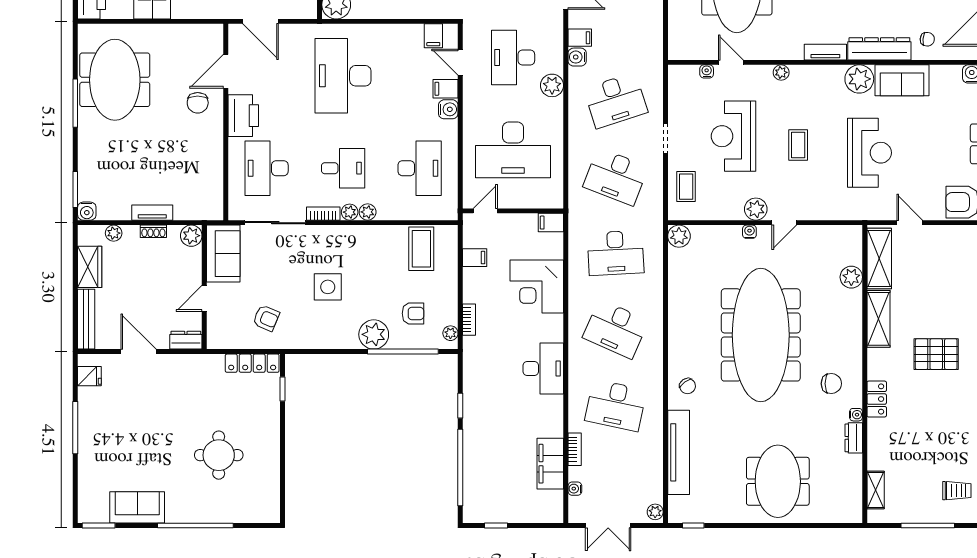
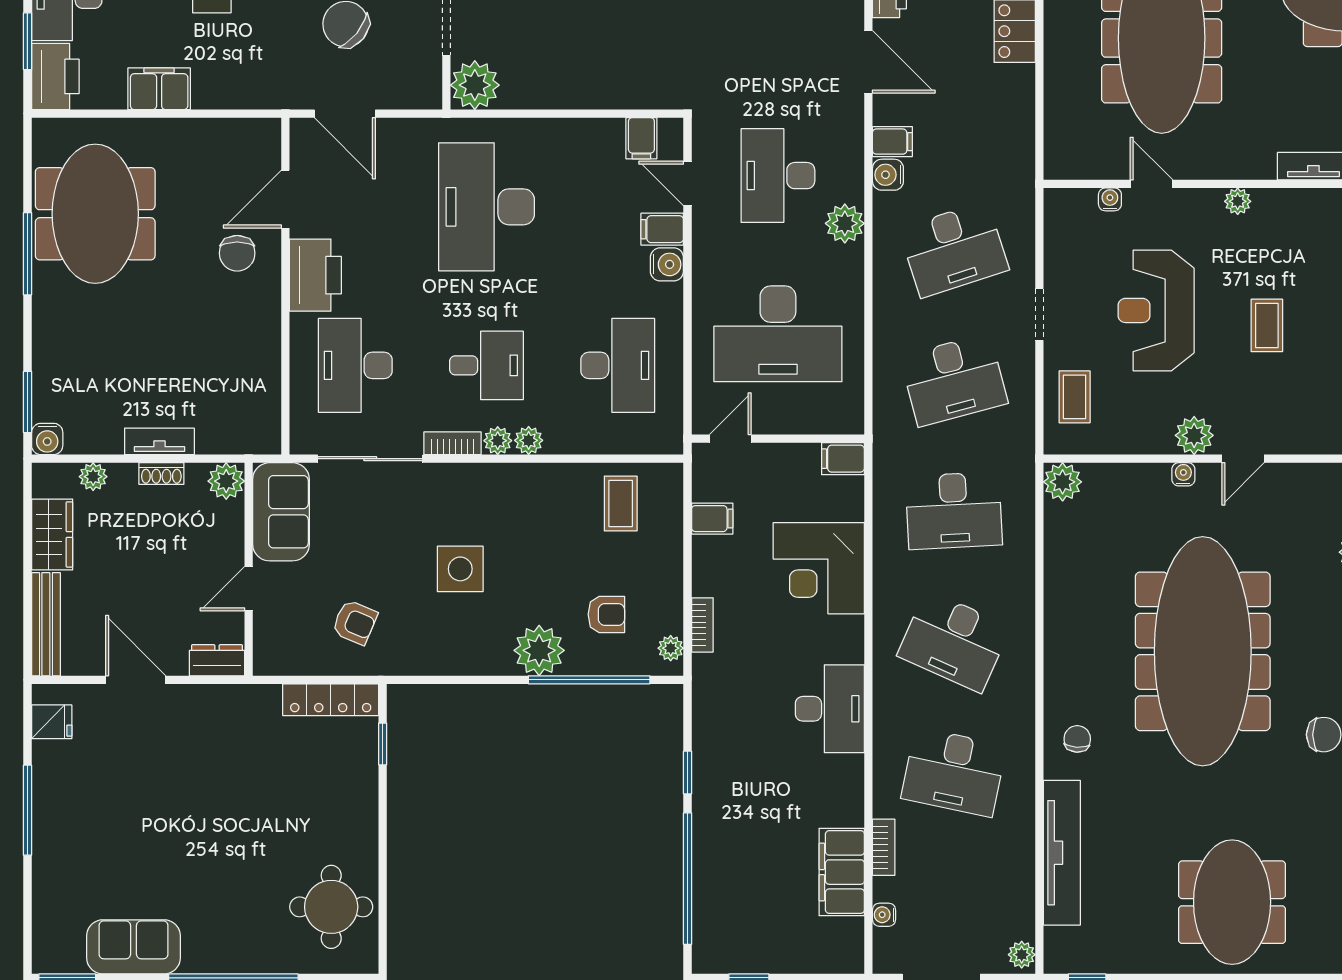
desk: (616, 177) -> (954, 380), turned -36
coffee table: (421, 249) -> (621, 504), width x0.73, depth x0.77
chair: (688, 386) -> (1077, 739), turned -141
round table: (219, 455) -> (331, 907), moved

